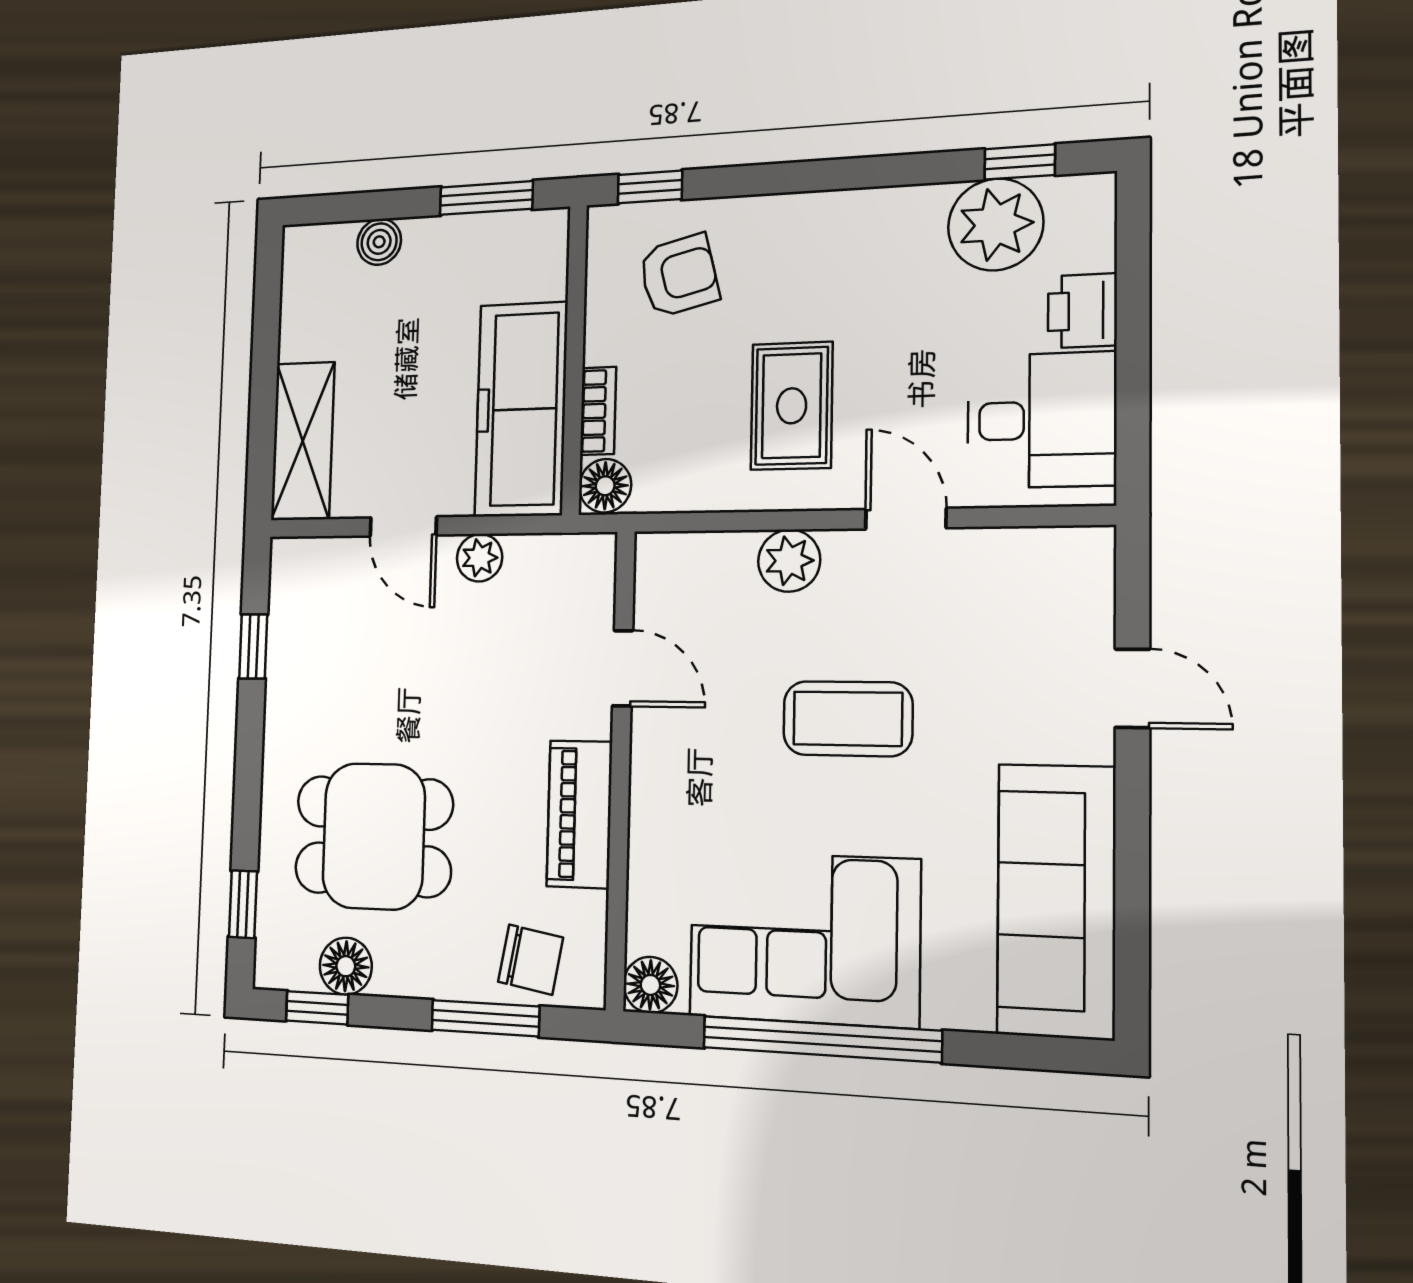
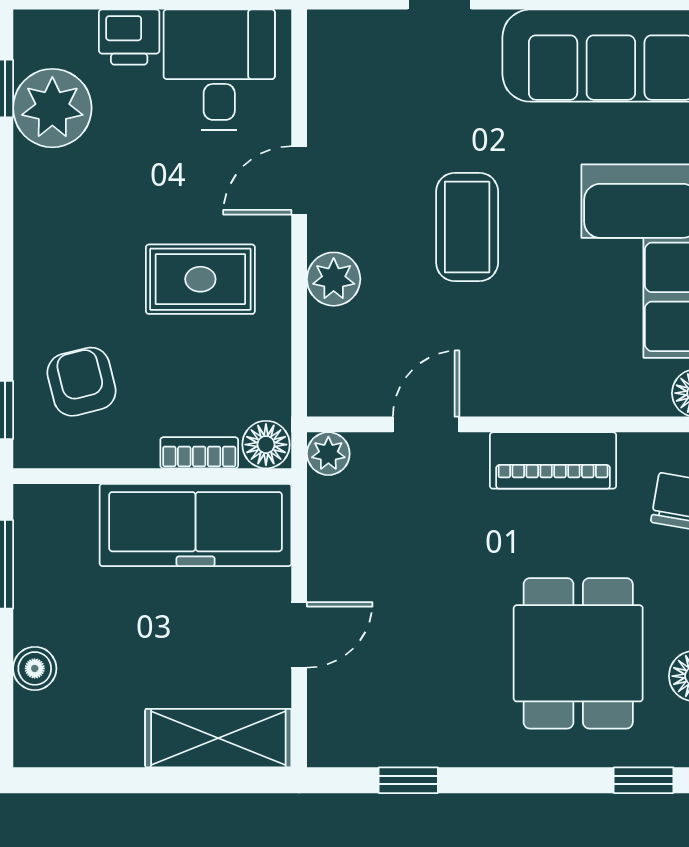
plant: (480, 558) -> (328, 454), moved

